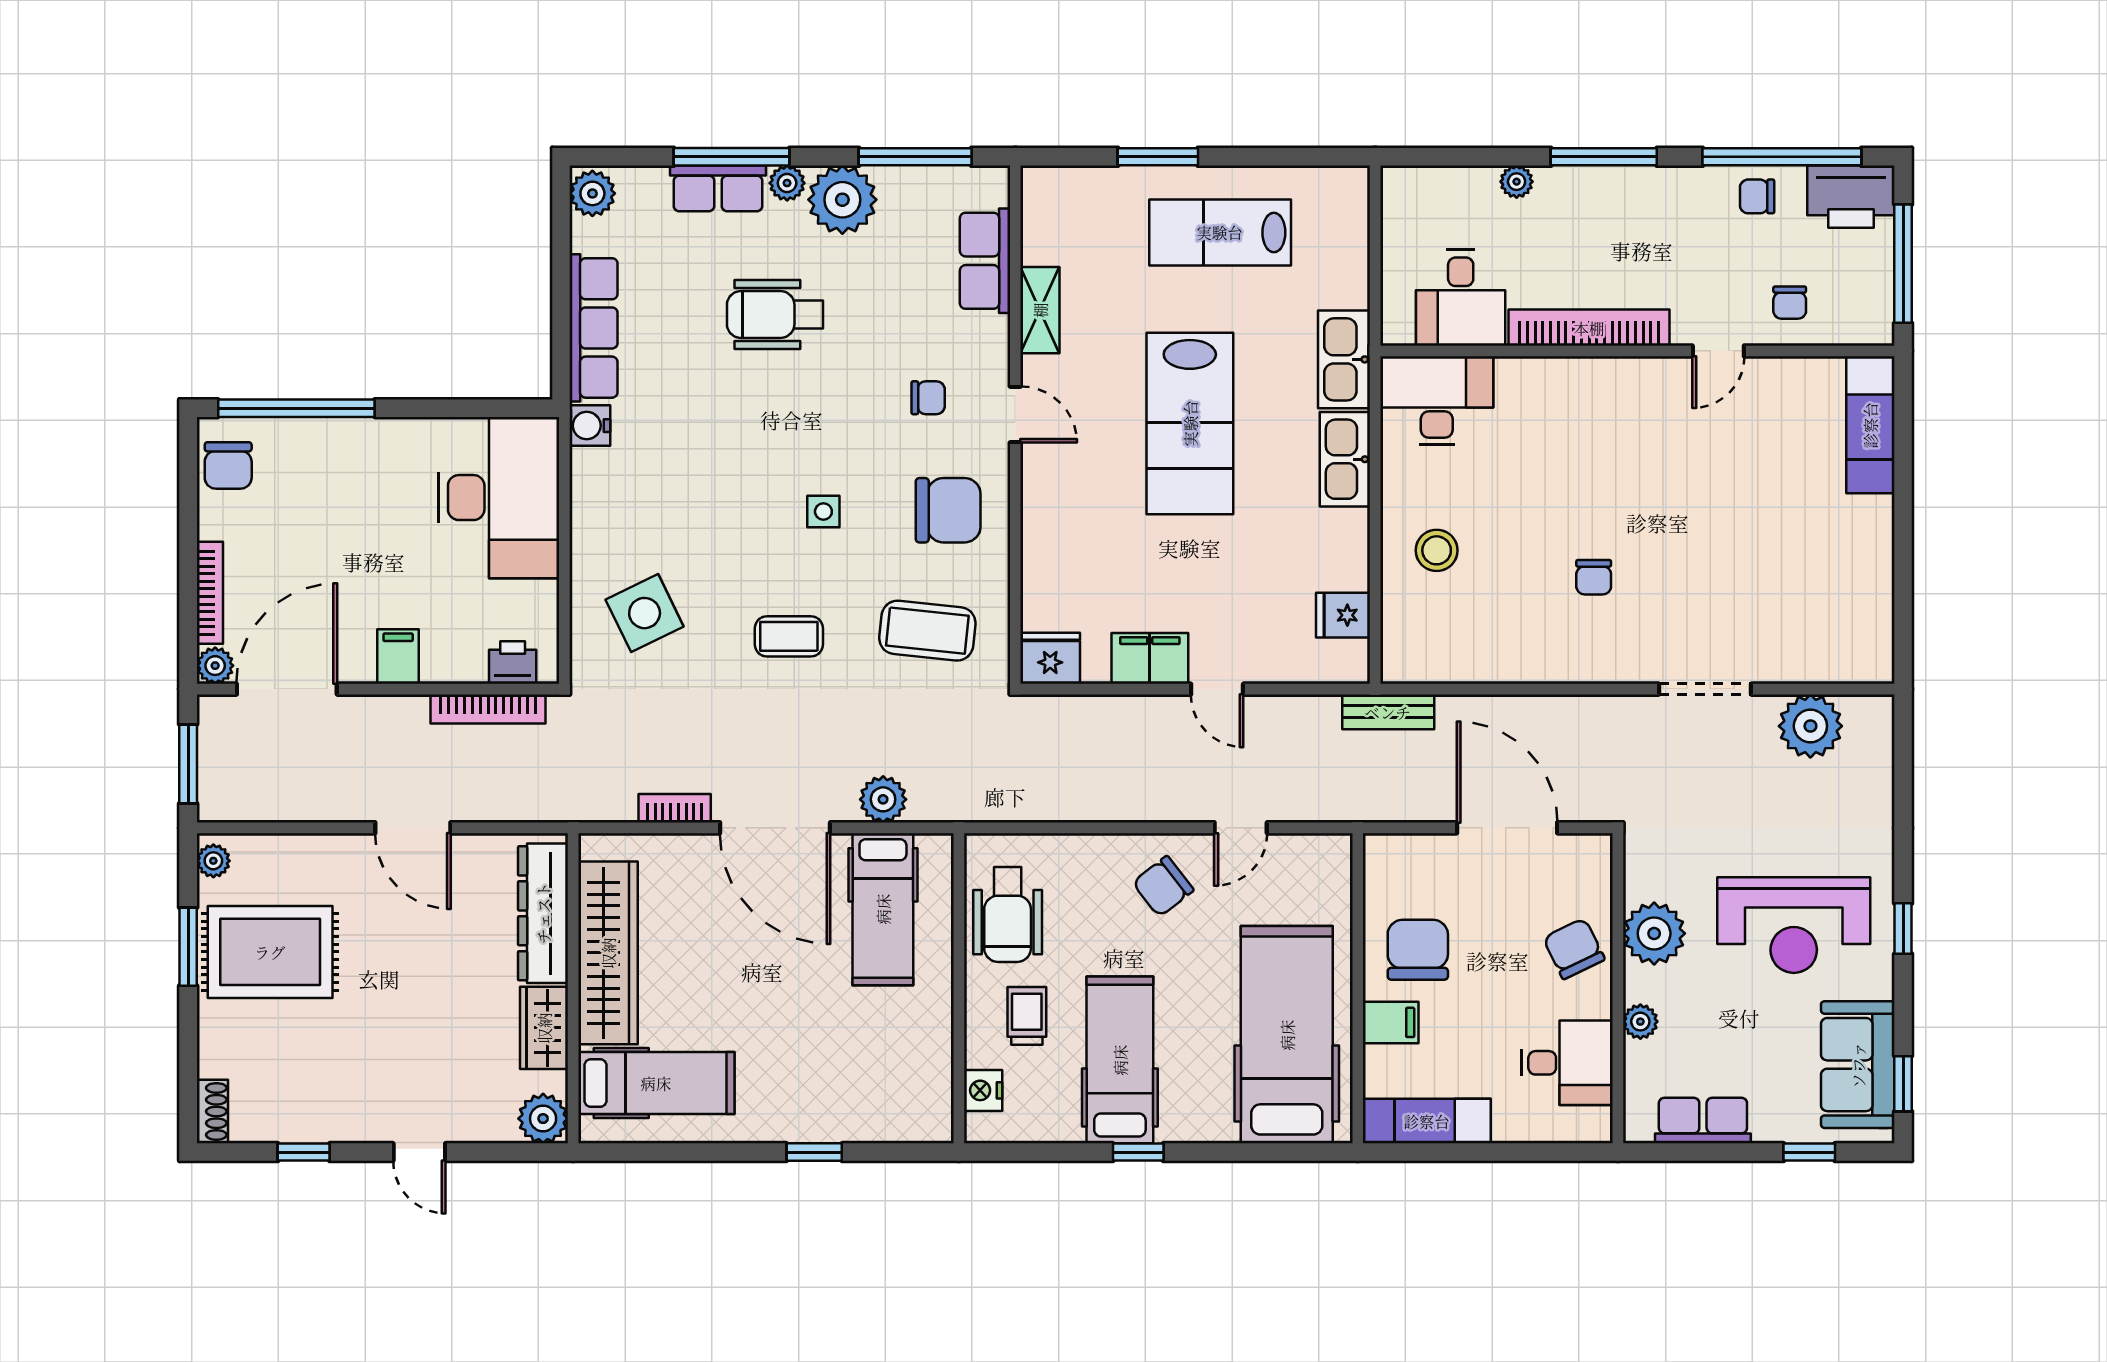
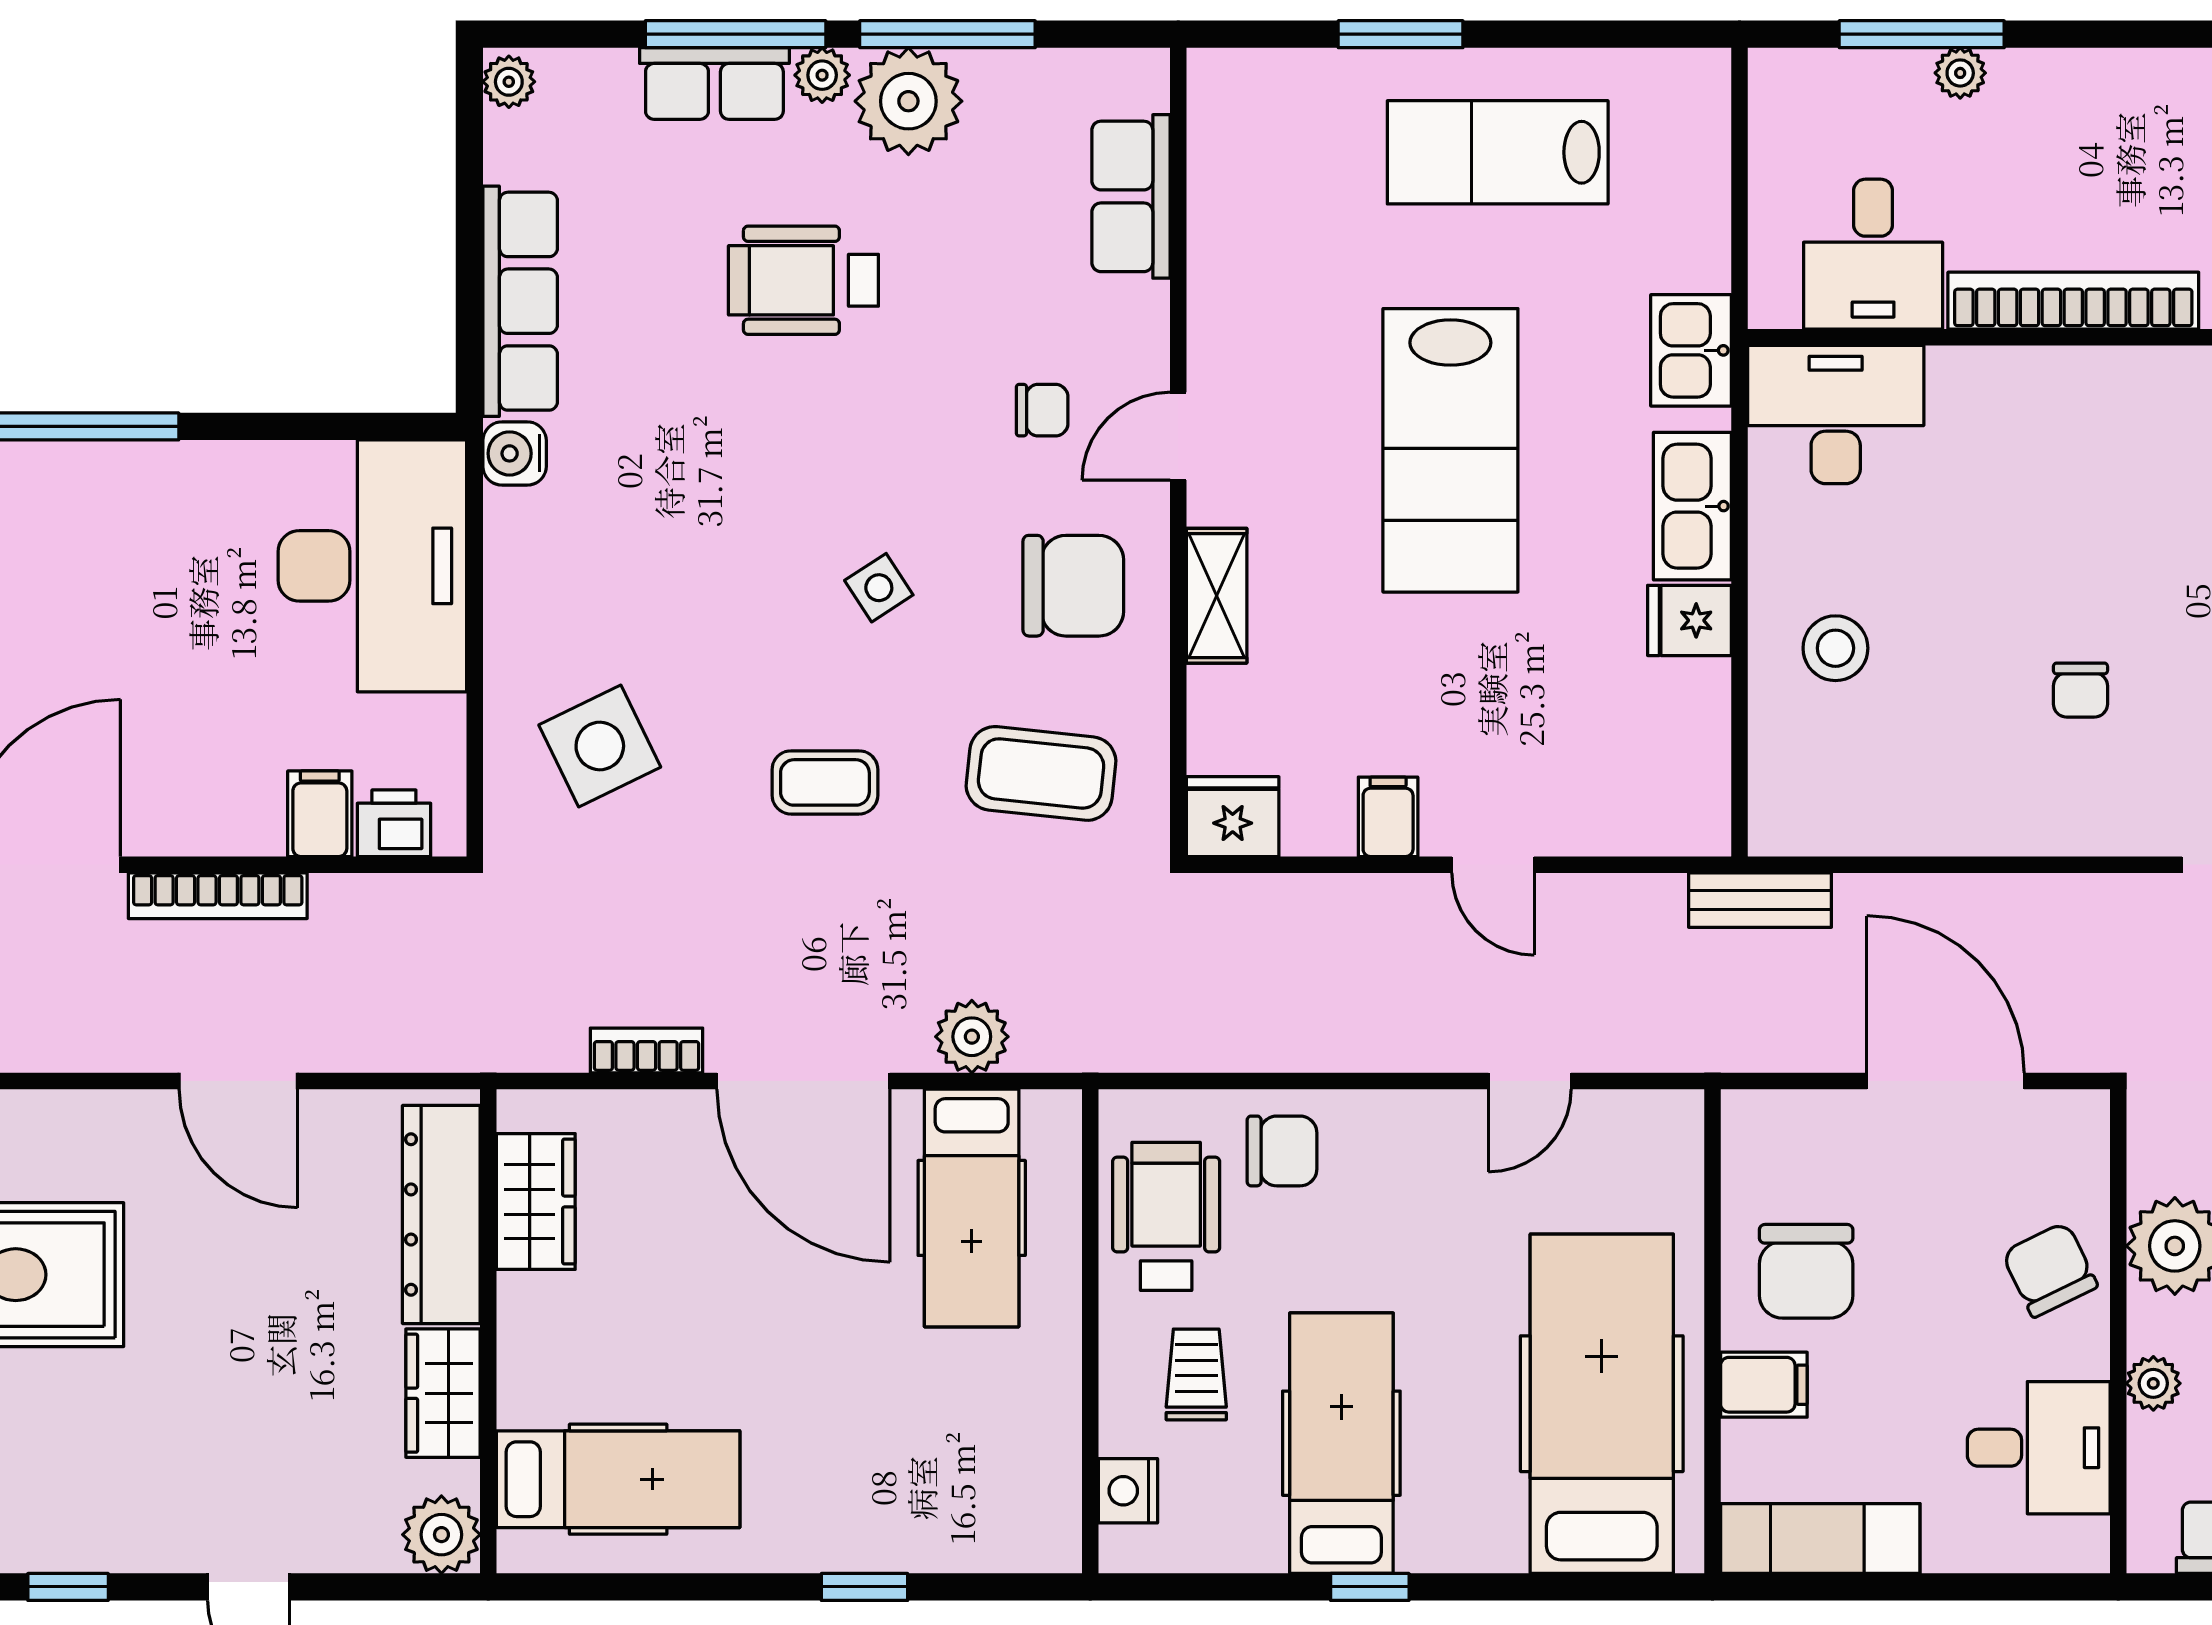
window: (915, 157) -> (947, 34), moved
window: (1604, 157) -> (1922, 34), moved
plant: (592, 193) -> (509, 82), width x0.73, depth x0.73
shelving: (1040, 310) -> (1217, 596), moved
kitchen sink: (1344, 359) -> (1691, 350), width x0.73
door: (1015, 414) -> (1178, 436), swing flipped
side table: (823, 512) -> (879, 588), turned -33
fridge: (1343, 615) -> (1689, 620), moved
filing cabinet: (398, 656) -> (320, 814), moved
filing cabinet: (1150, 658) -> (1388, 817), width x0.50
bookcase: (488, 709) -> (218, 896), moved
chair: (1163, 886) -> (1282, 1151), moved, turned -142
wheelchair: (1008, 915) -> (1166, 1216), turned 180
chair: (1418, 950) -> (1806, 1271), turned 180
wardrobe: (608, 953) -> (536, 1202), width x0.48, depth x0.85

